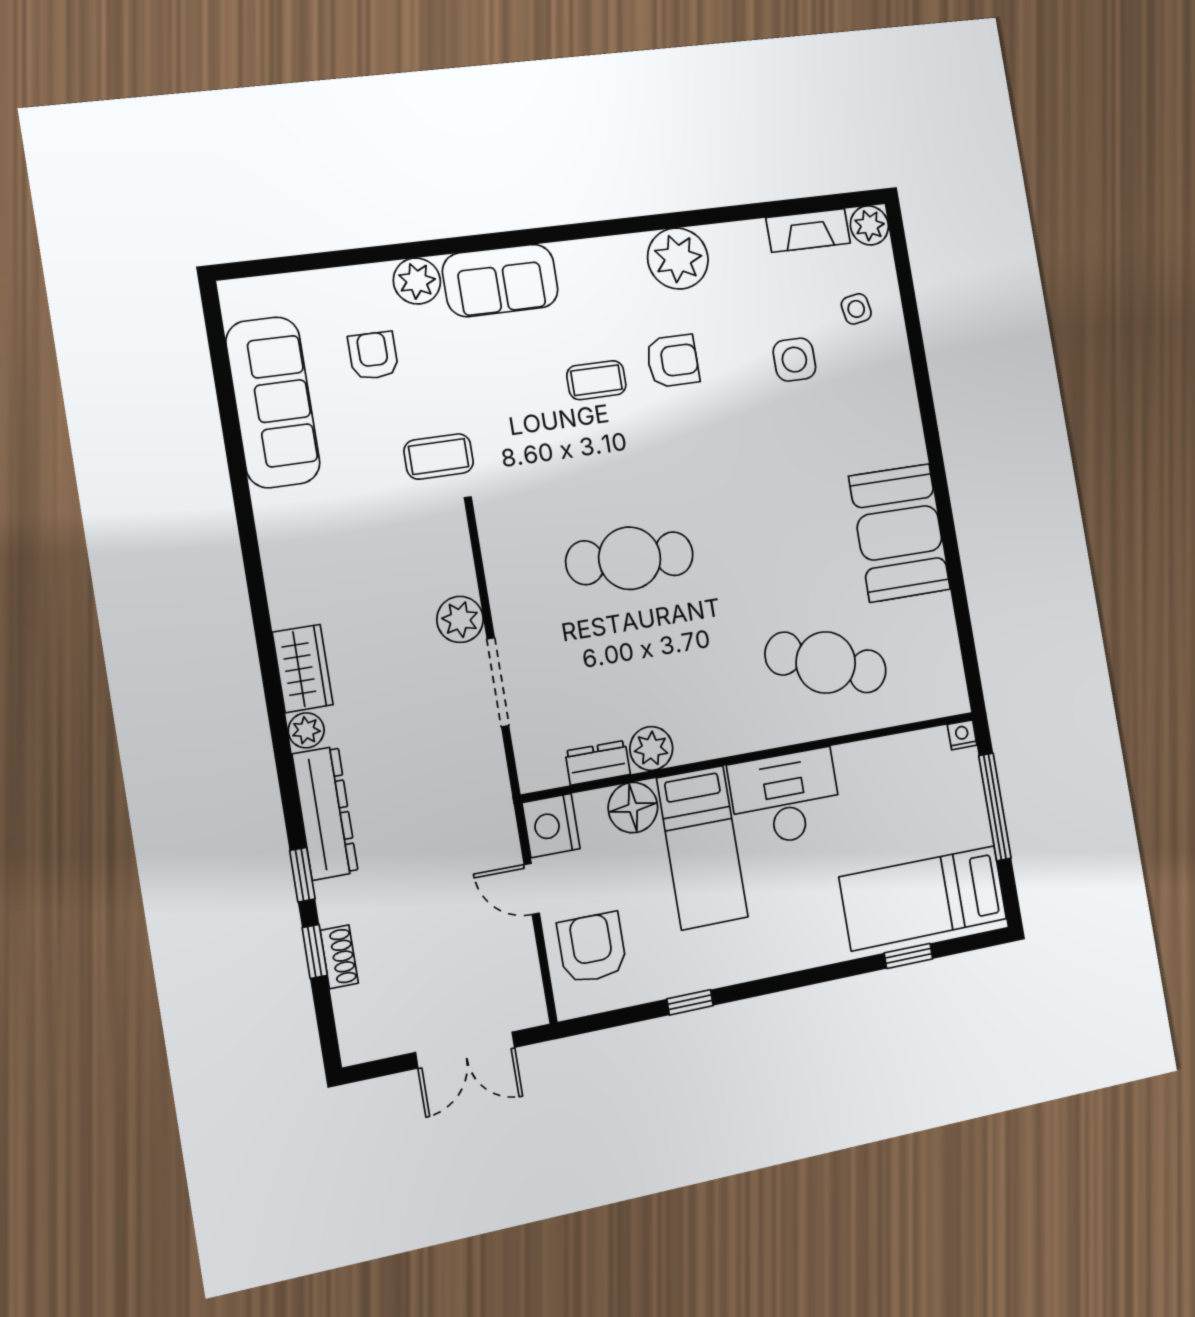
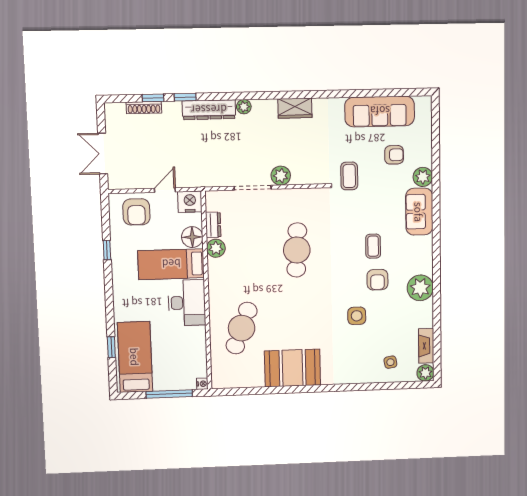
side table: (794, 360) -> (357, 316), moved
wardrobe: (303, 668) -> (295, 108), moved
armchair: (592, 948) -> (136, 212), turned 90
shoe rack: (339, 957) -> (144, 108), width x1.43

